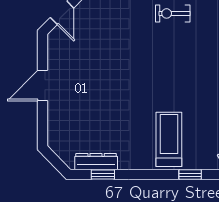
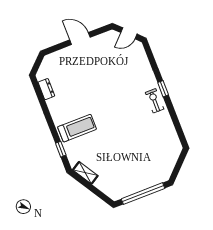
dresser: (96, 162) -> (46, 89), width x0.70
window: (103, 175) -> (40, 96), removed

